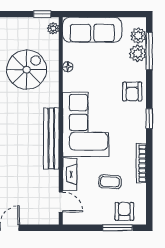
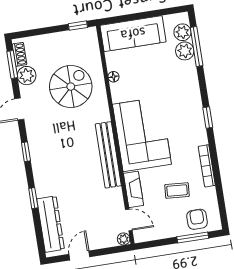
plant: (53, 28) -> (124, 239), moved
armchair: (132, 92) -> (185, 92), removed

